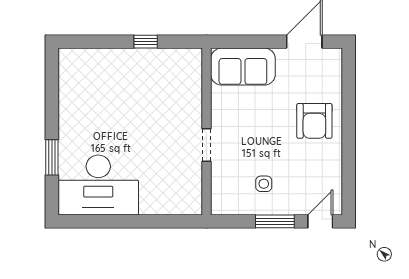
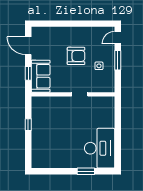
window: (249, 42) -> (28, 73), added
armchair: (314, 121) -> (76, 56), moved
door: (320, 221) -> (118, 38), hinge flipped

